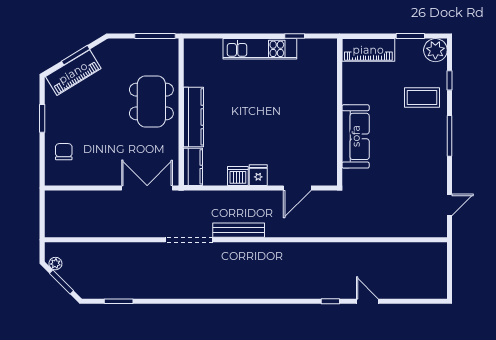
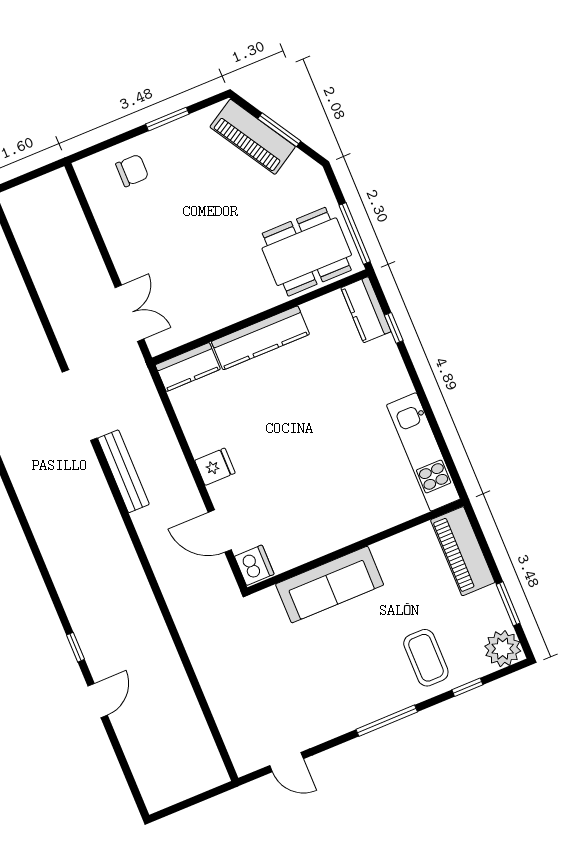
window: (295, 36) -> (394, 328), moved
kitchen counter: (203, 48) -> (366, 310), added
kitchen unit: (260, 49) -> (423, 452), moved
dining table: (151, 101) -> (307, 252), moved
dishwasher: (238, 176) -> (254, 565), moved
double door: (147, 188) -> (129, 313), width x0.73

